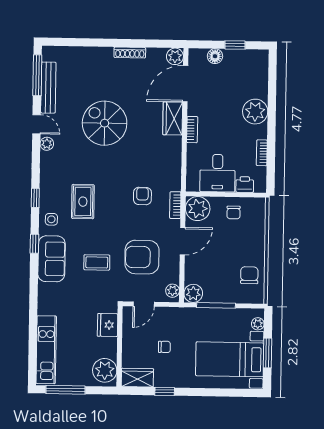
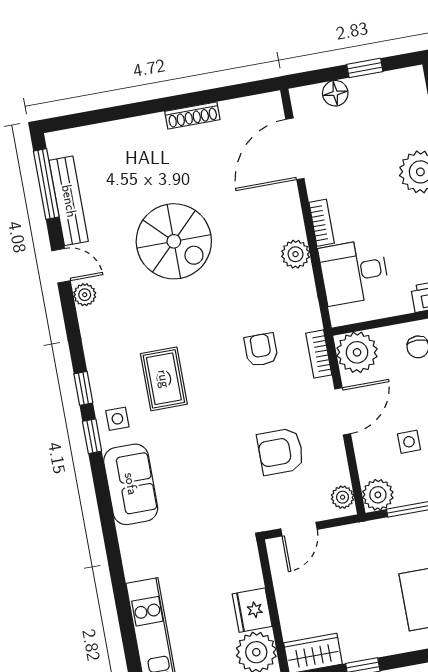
plant: (175, 56) -> (296, 254), moved
wardrobe: (173, 118) -> (286, 211), removed
spiral stairs: (105, 123) -> (174, 241), turned 180
desk: (217, 173) -> (354, 272), moved, turned 90
window: (34, 244) -> (92, 436), moved
armchair: (142, 257) -> (281, 451), width x0.73, depth x0.73
coffee table: (97, 262) -> (207, 475), removed
side table: (217, 266) -> (409, 442), added
fridge: (108, 325) -> (252, 610), moved
chair: (164, 347) -> (348, 593), removed

